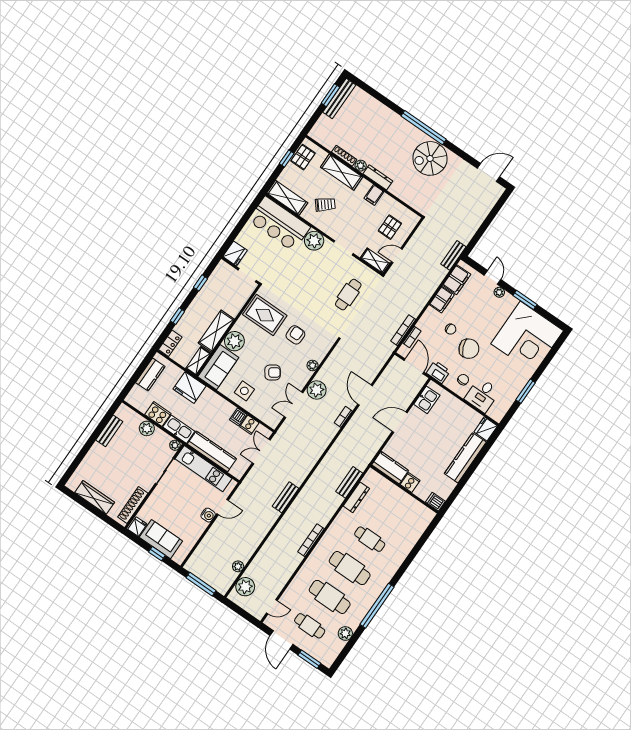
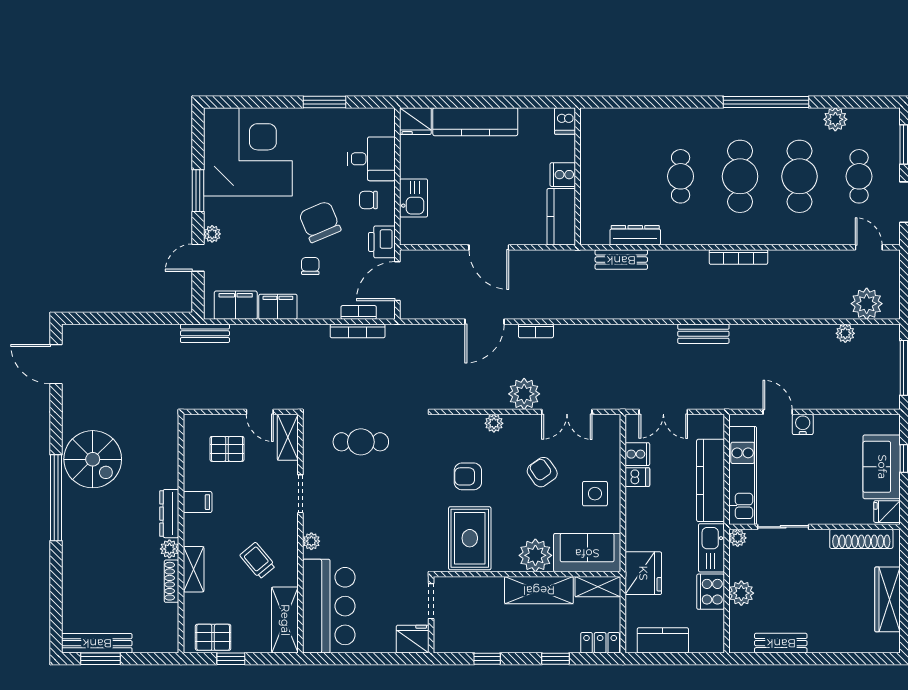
shelving: (341, 172) -> (194, 569), width x0.67, depth x0.75
plant: (314, 241) -> (311, 541), width x0.53, depth x0.53
kitchen sink: (427, 400) -> (414, 198), moved, turned 90

